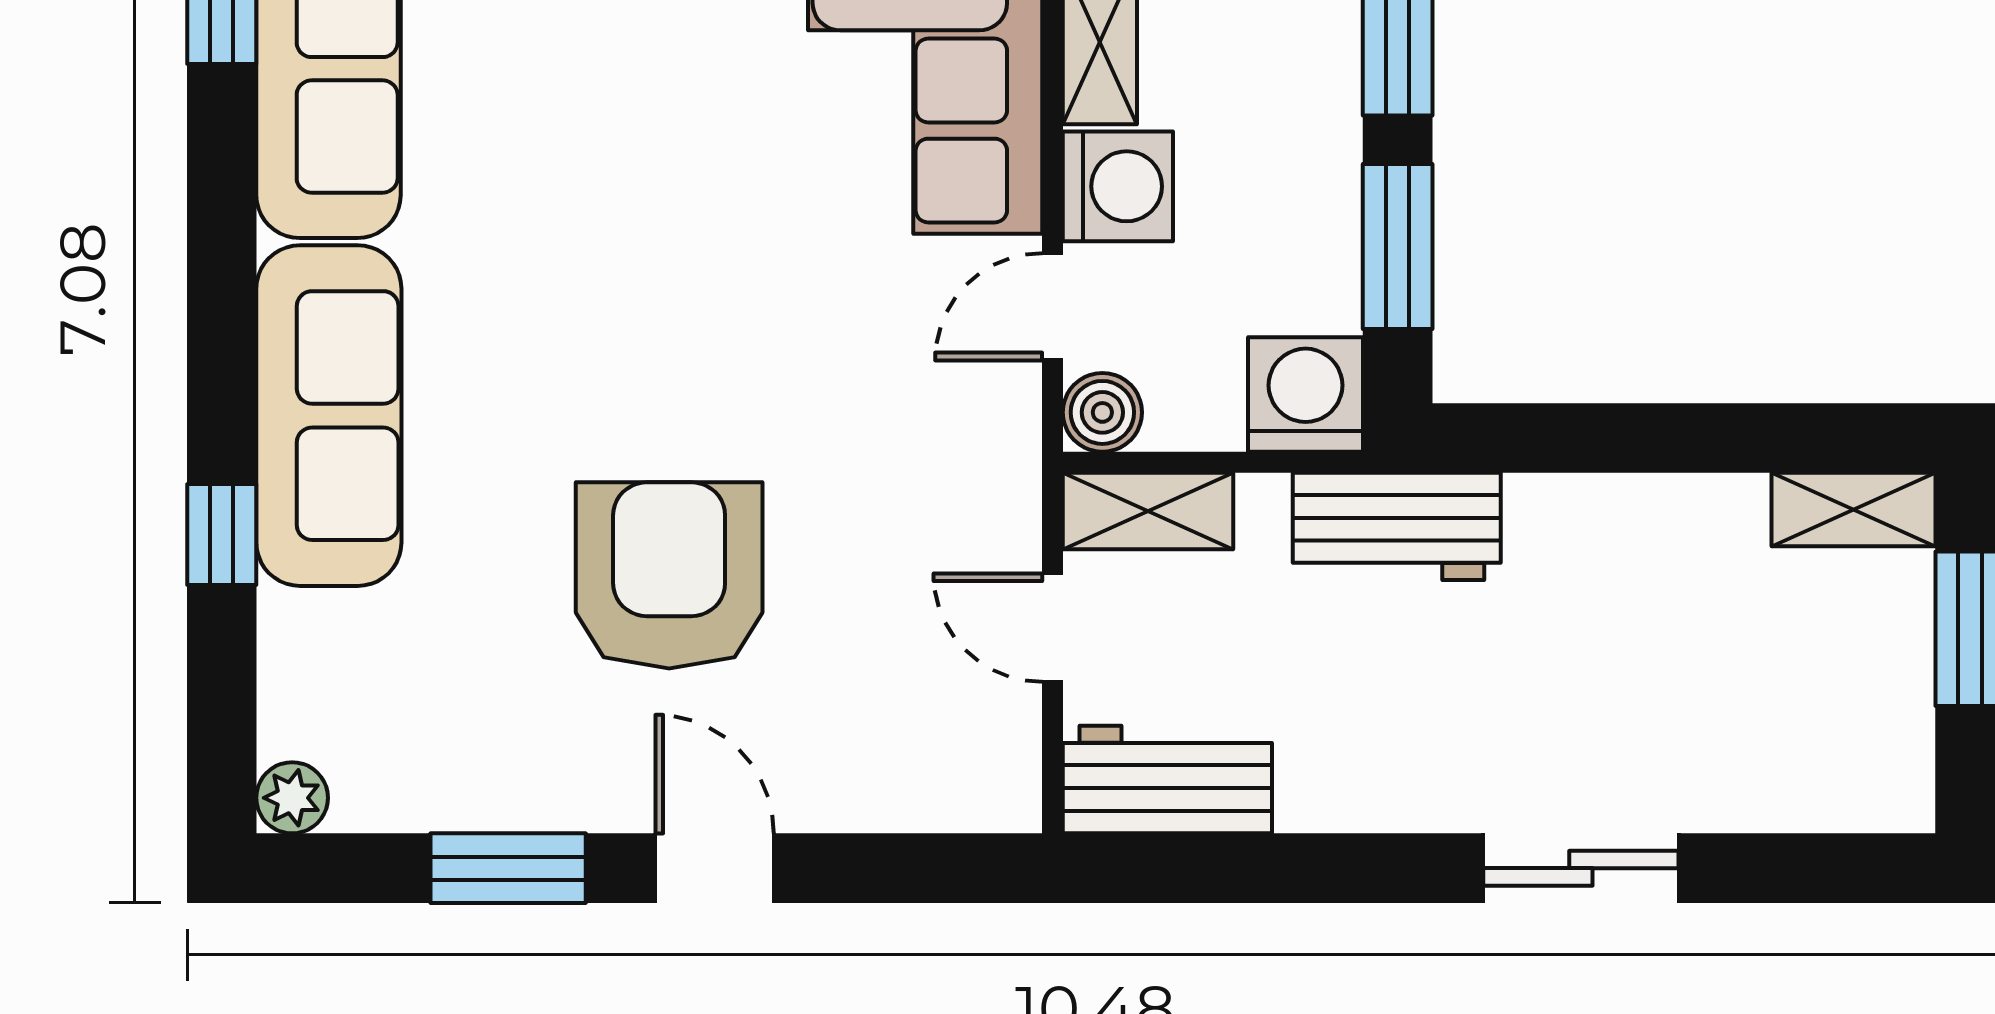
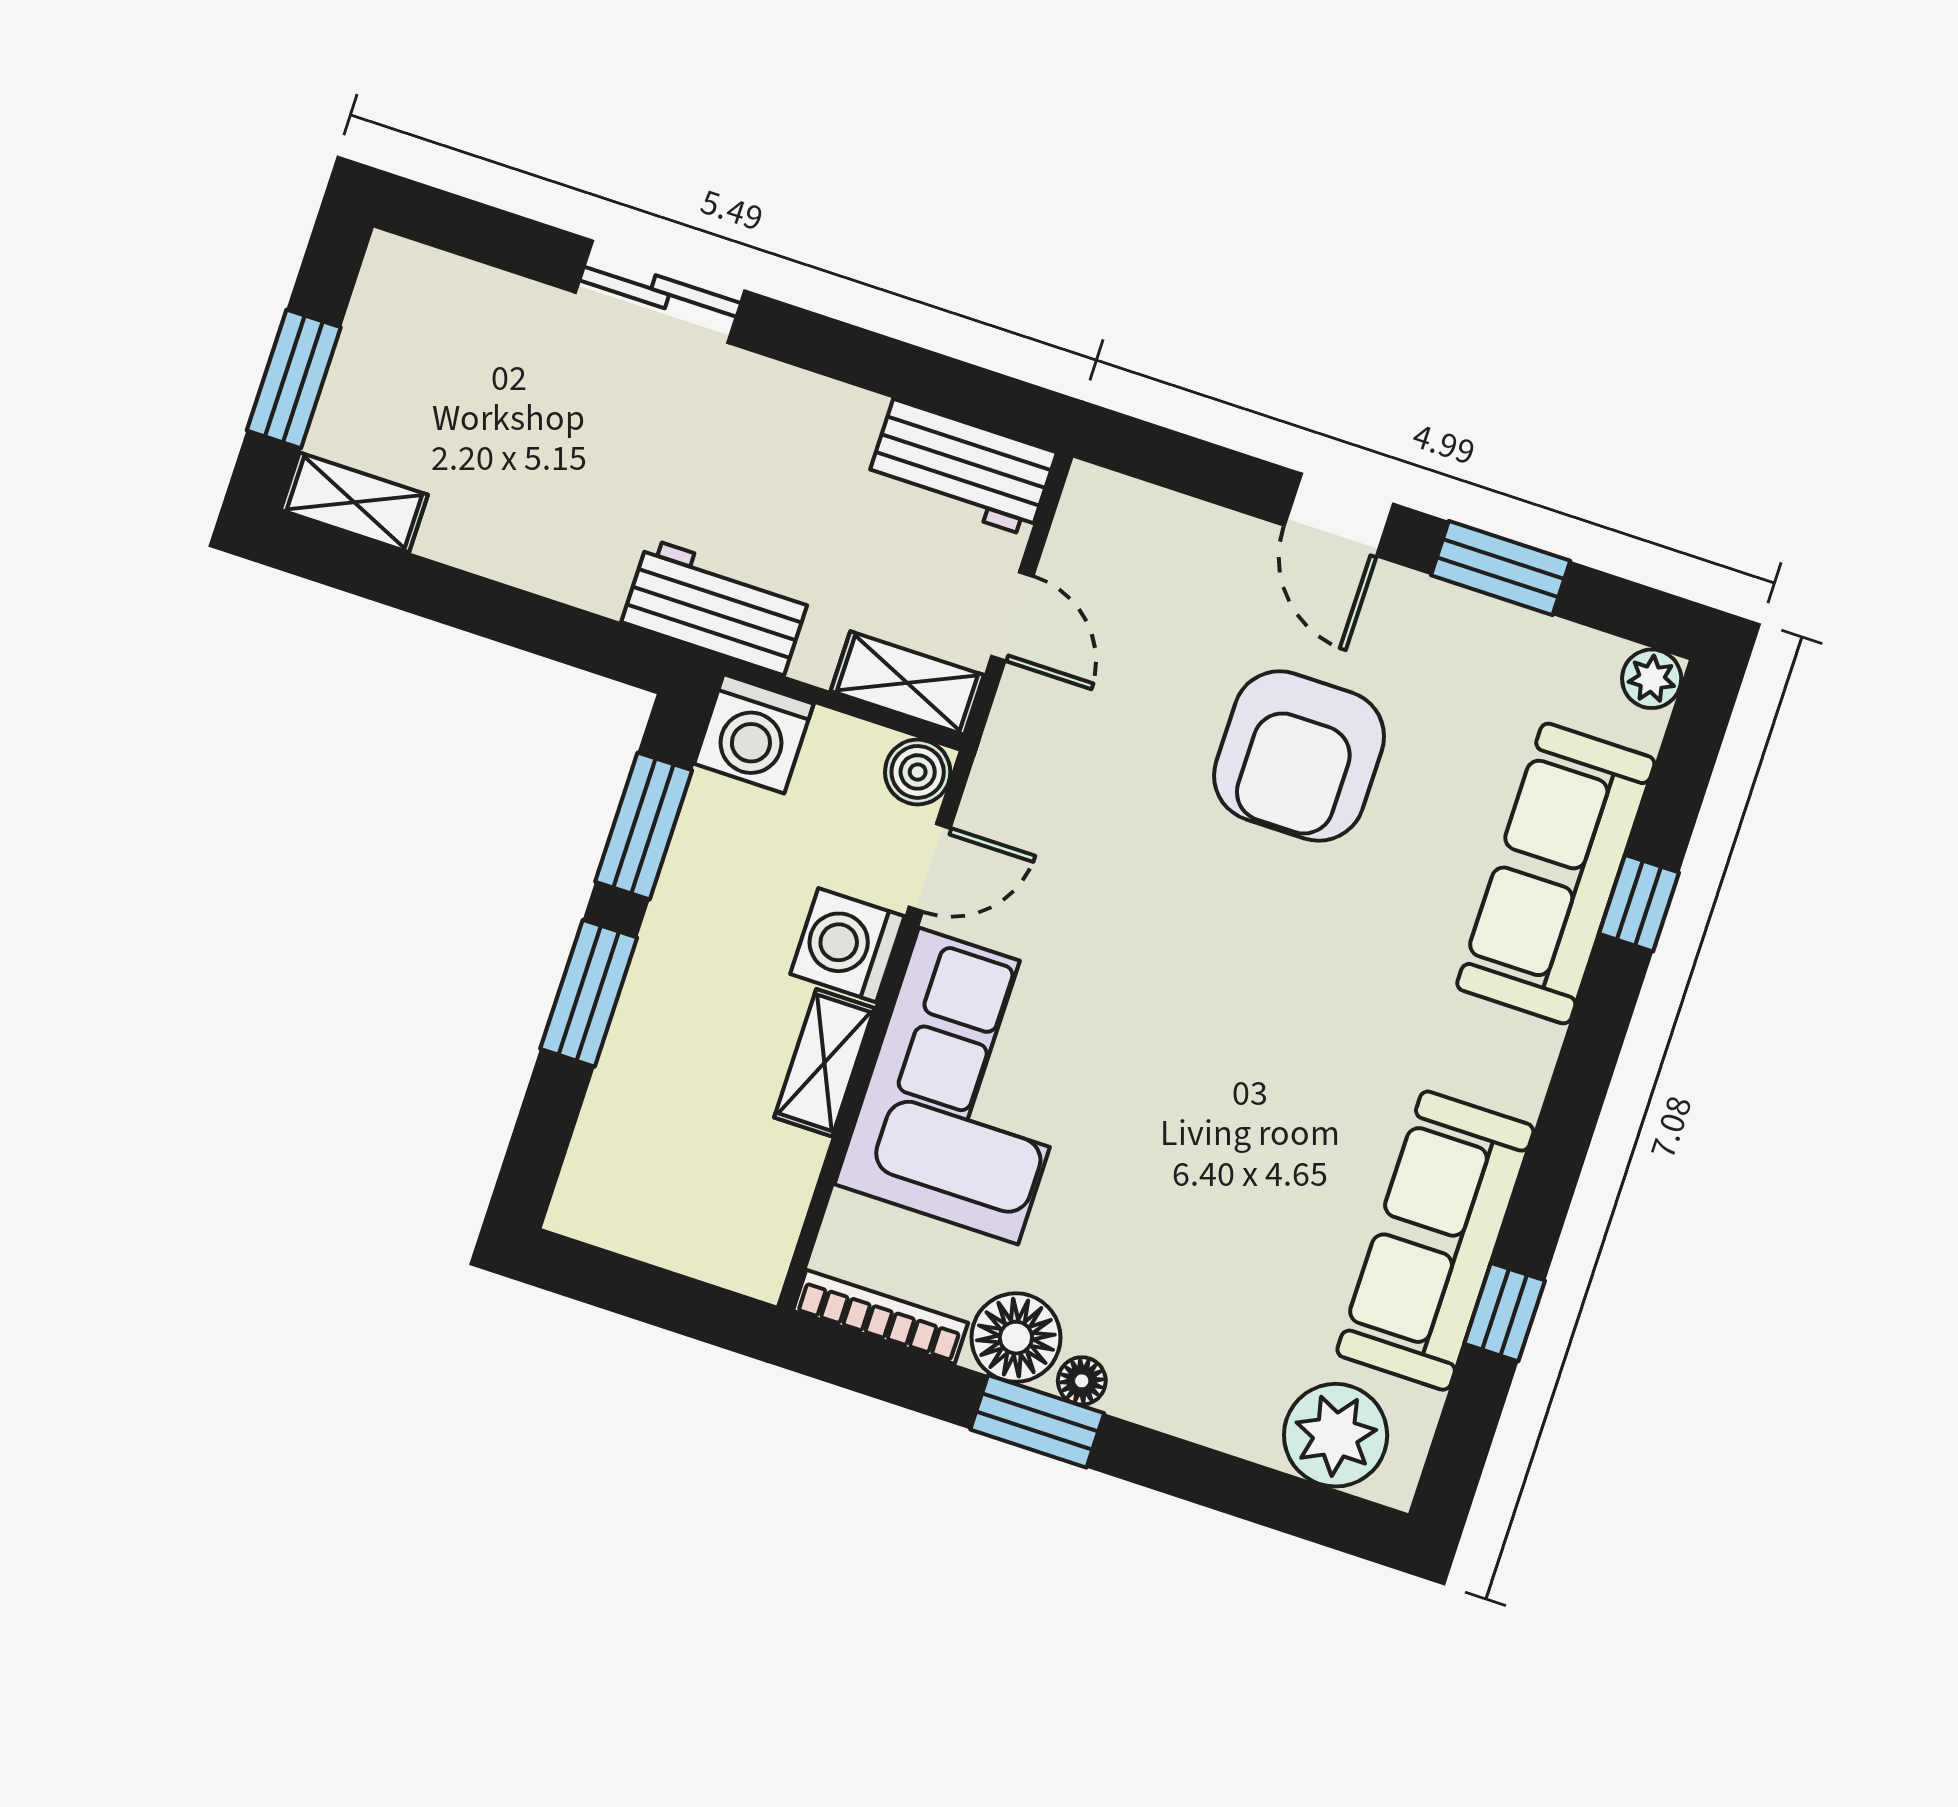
sofa: (329, 416) -> (1556, 874), moved

